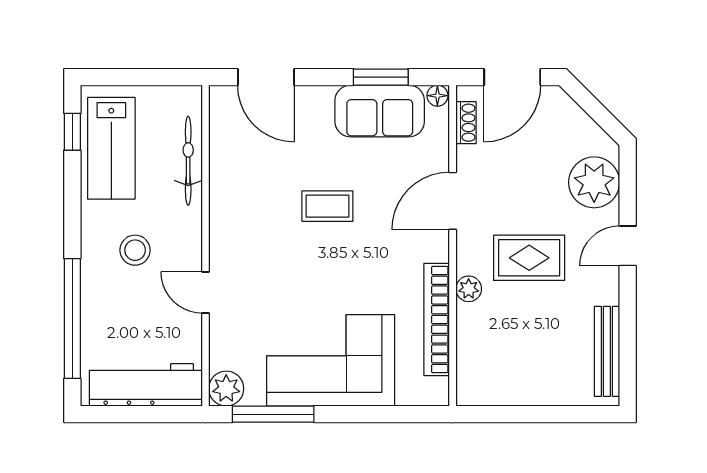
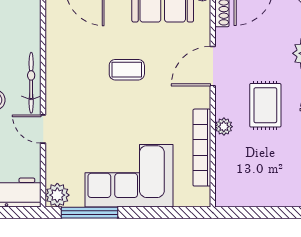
bicycle: (188, 161) -> (31, 83), moved
rug: (529, 258) -> (265, 105), turned 90

